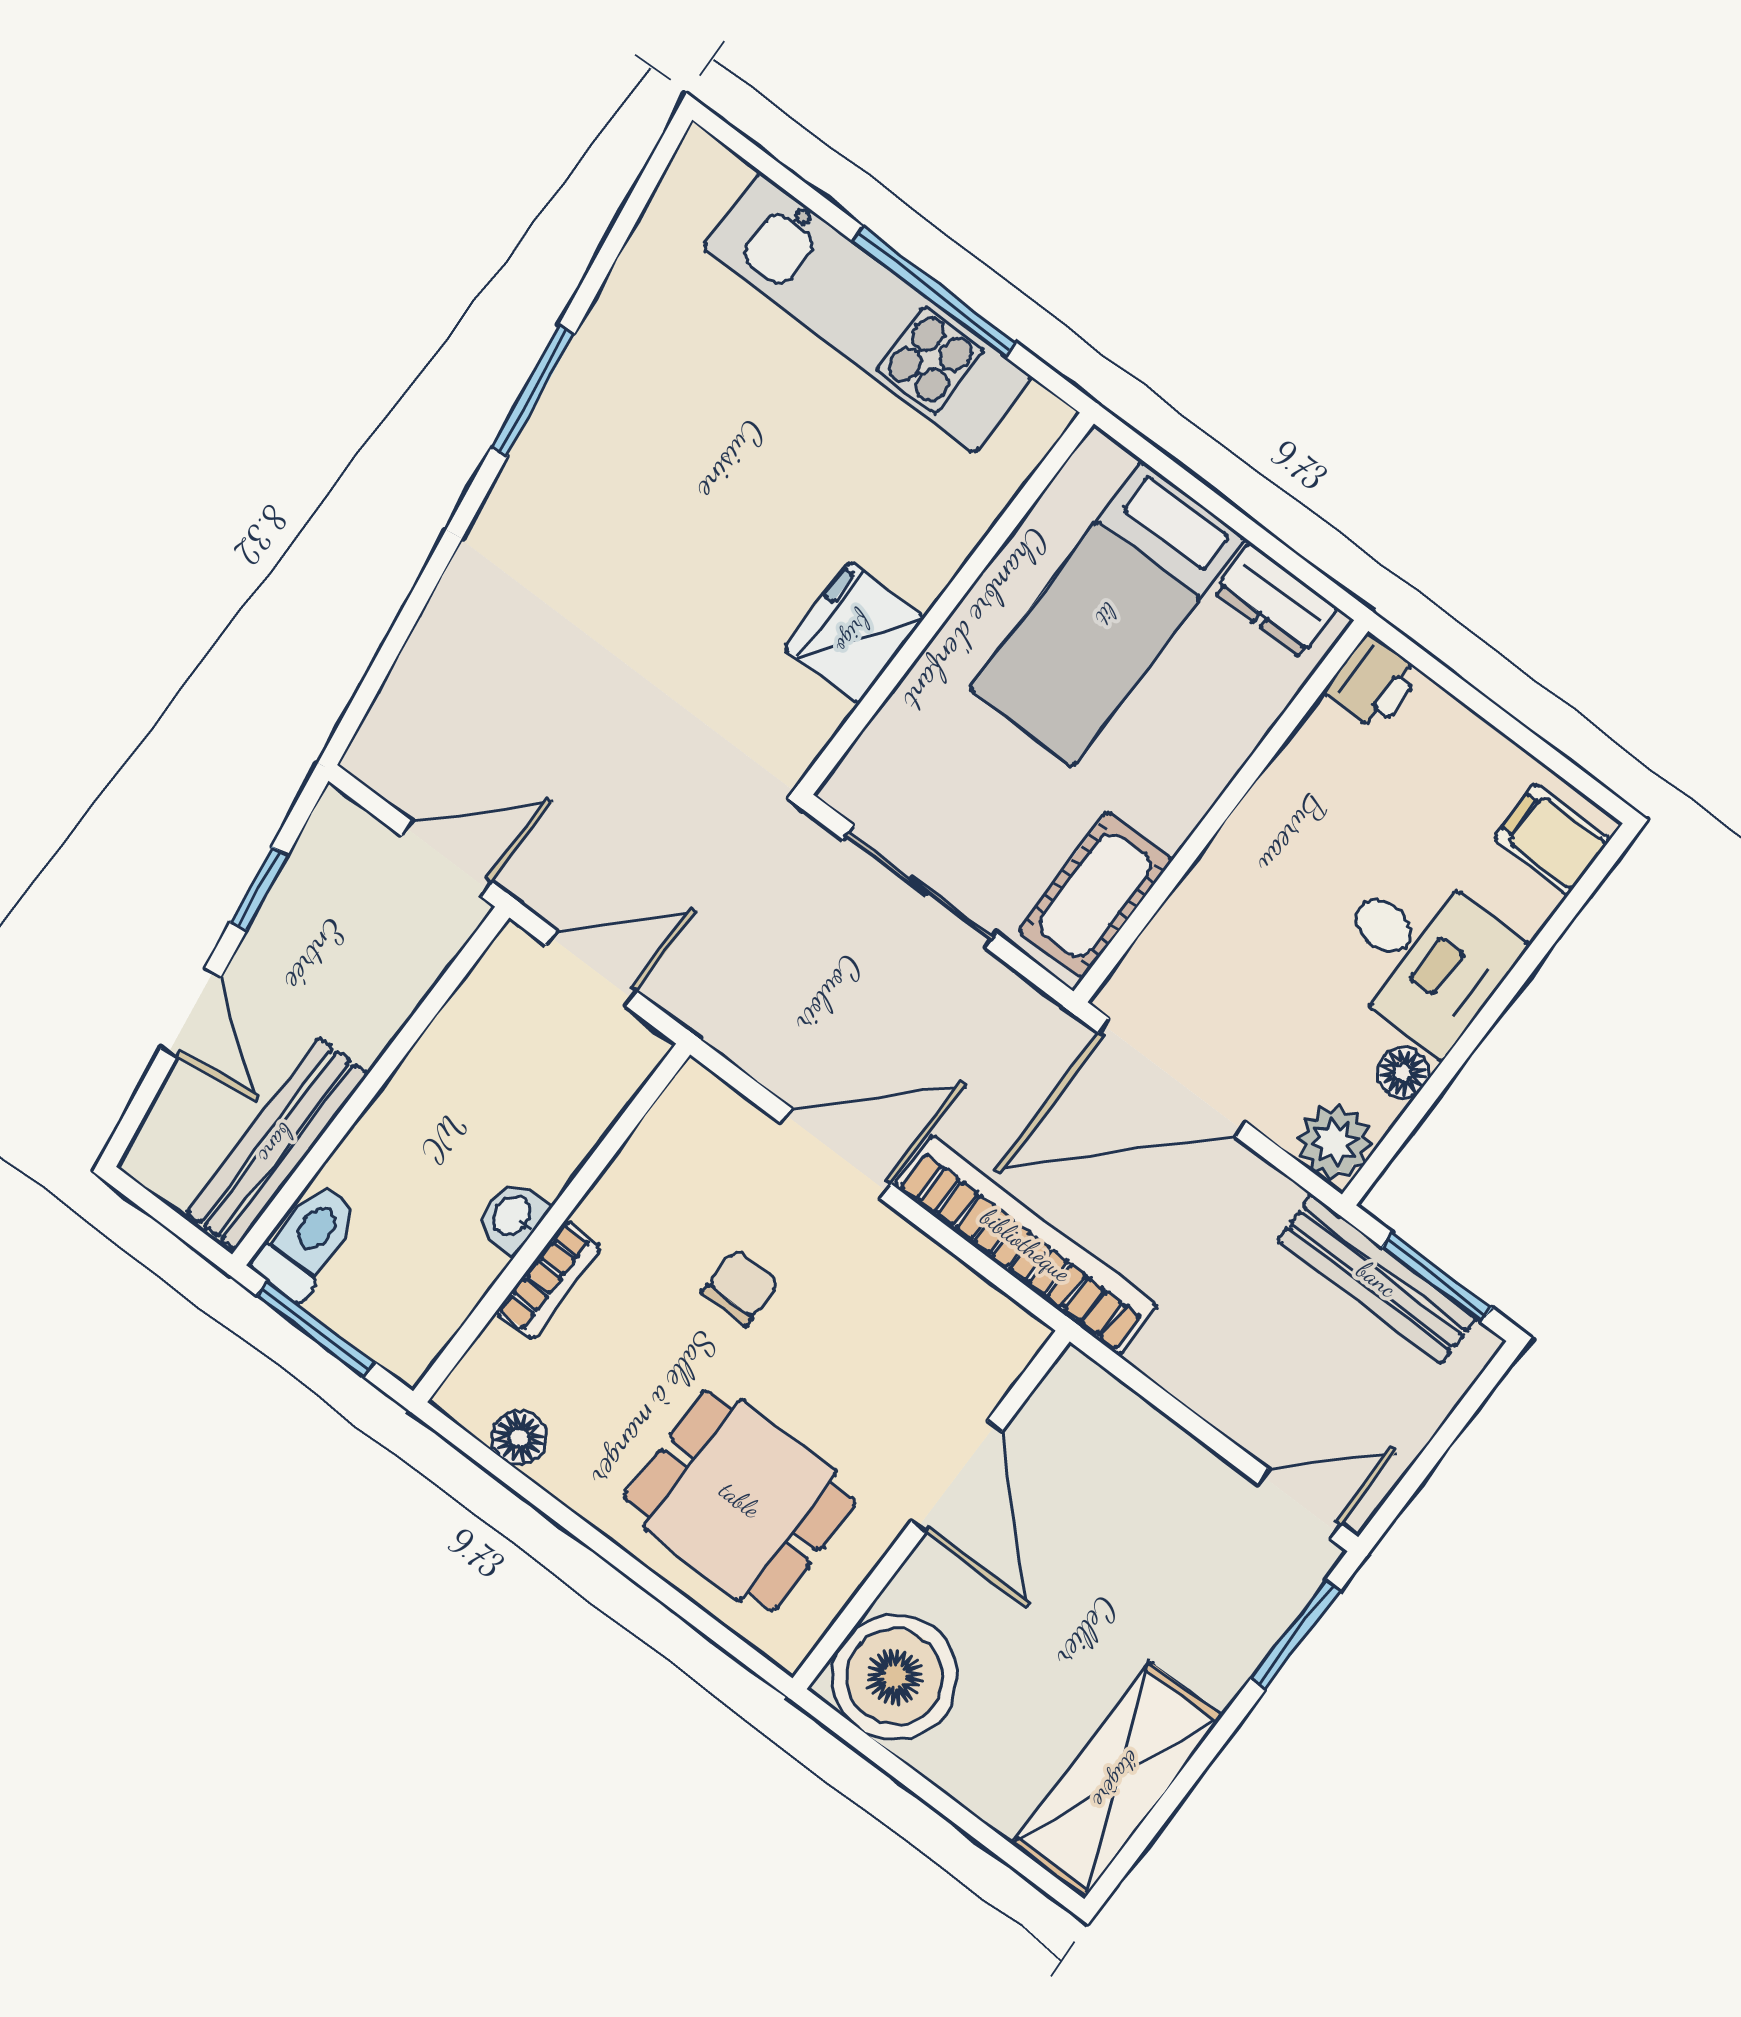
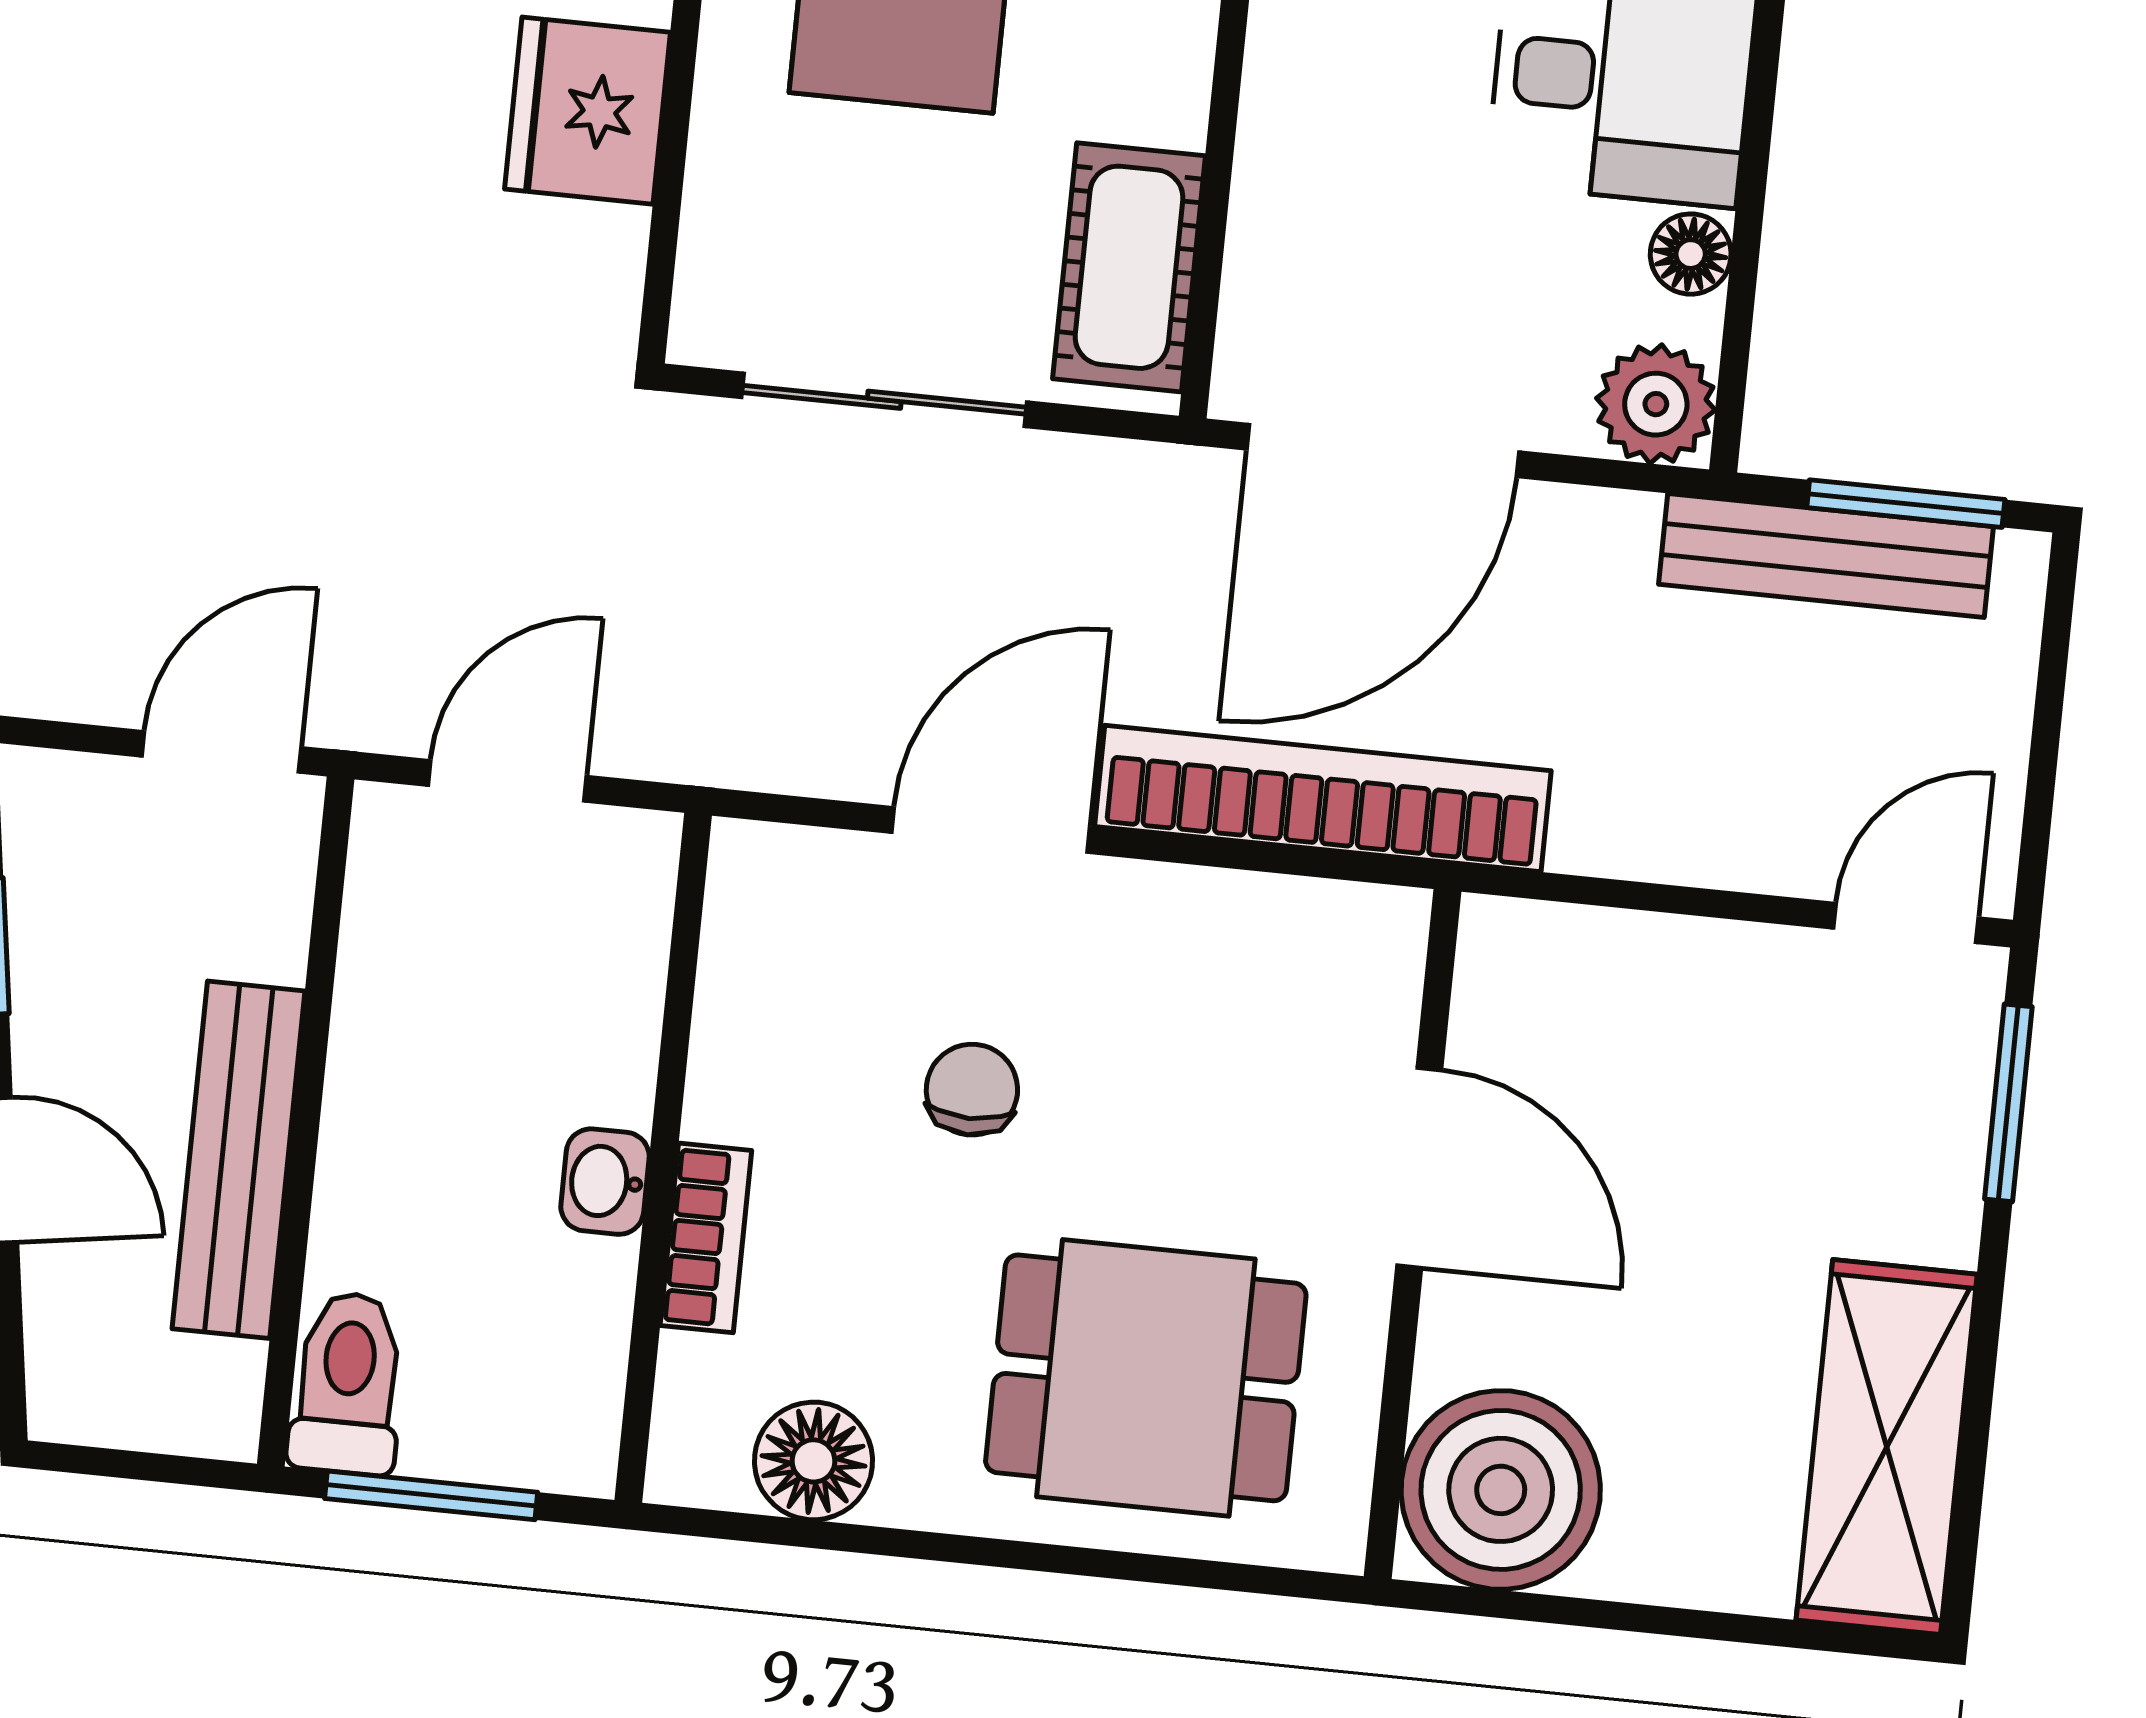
bench: (277, 1144) -> (239, 1160), moved
floor lamp: (519, 1438) -> (813, 1461), width x1.37, depth x1.37

